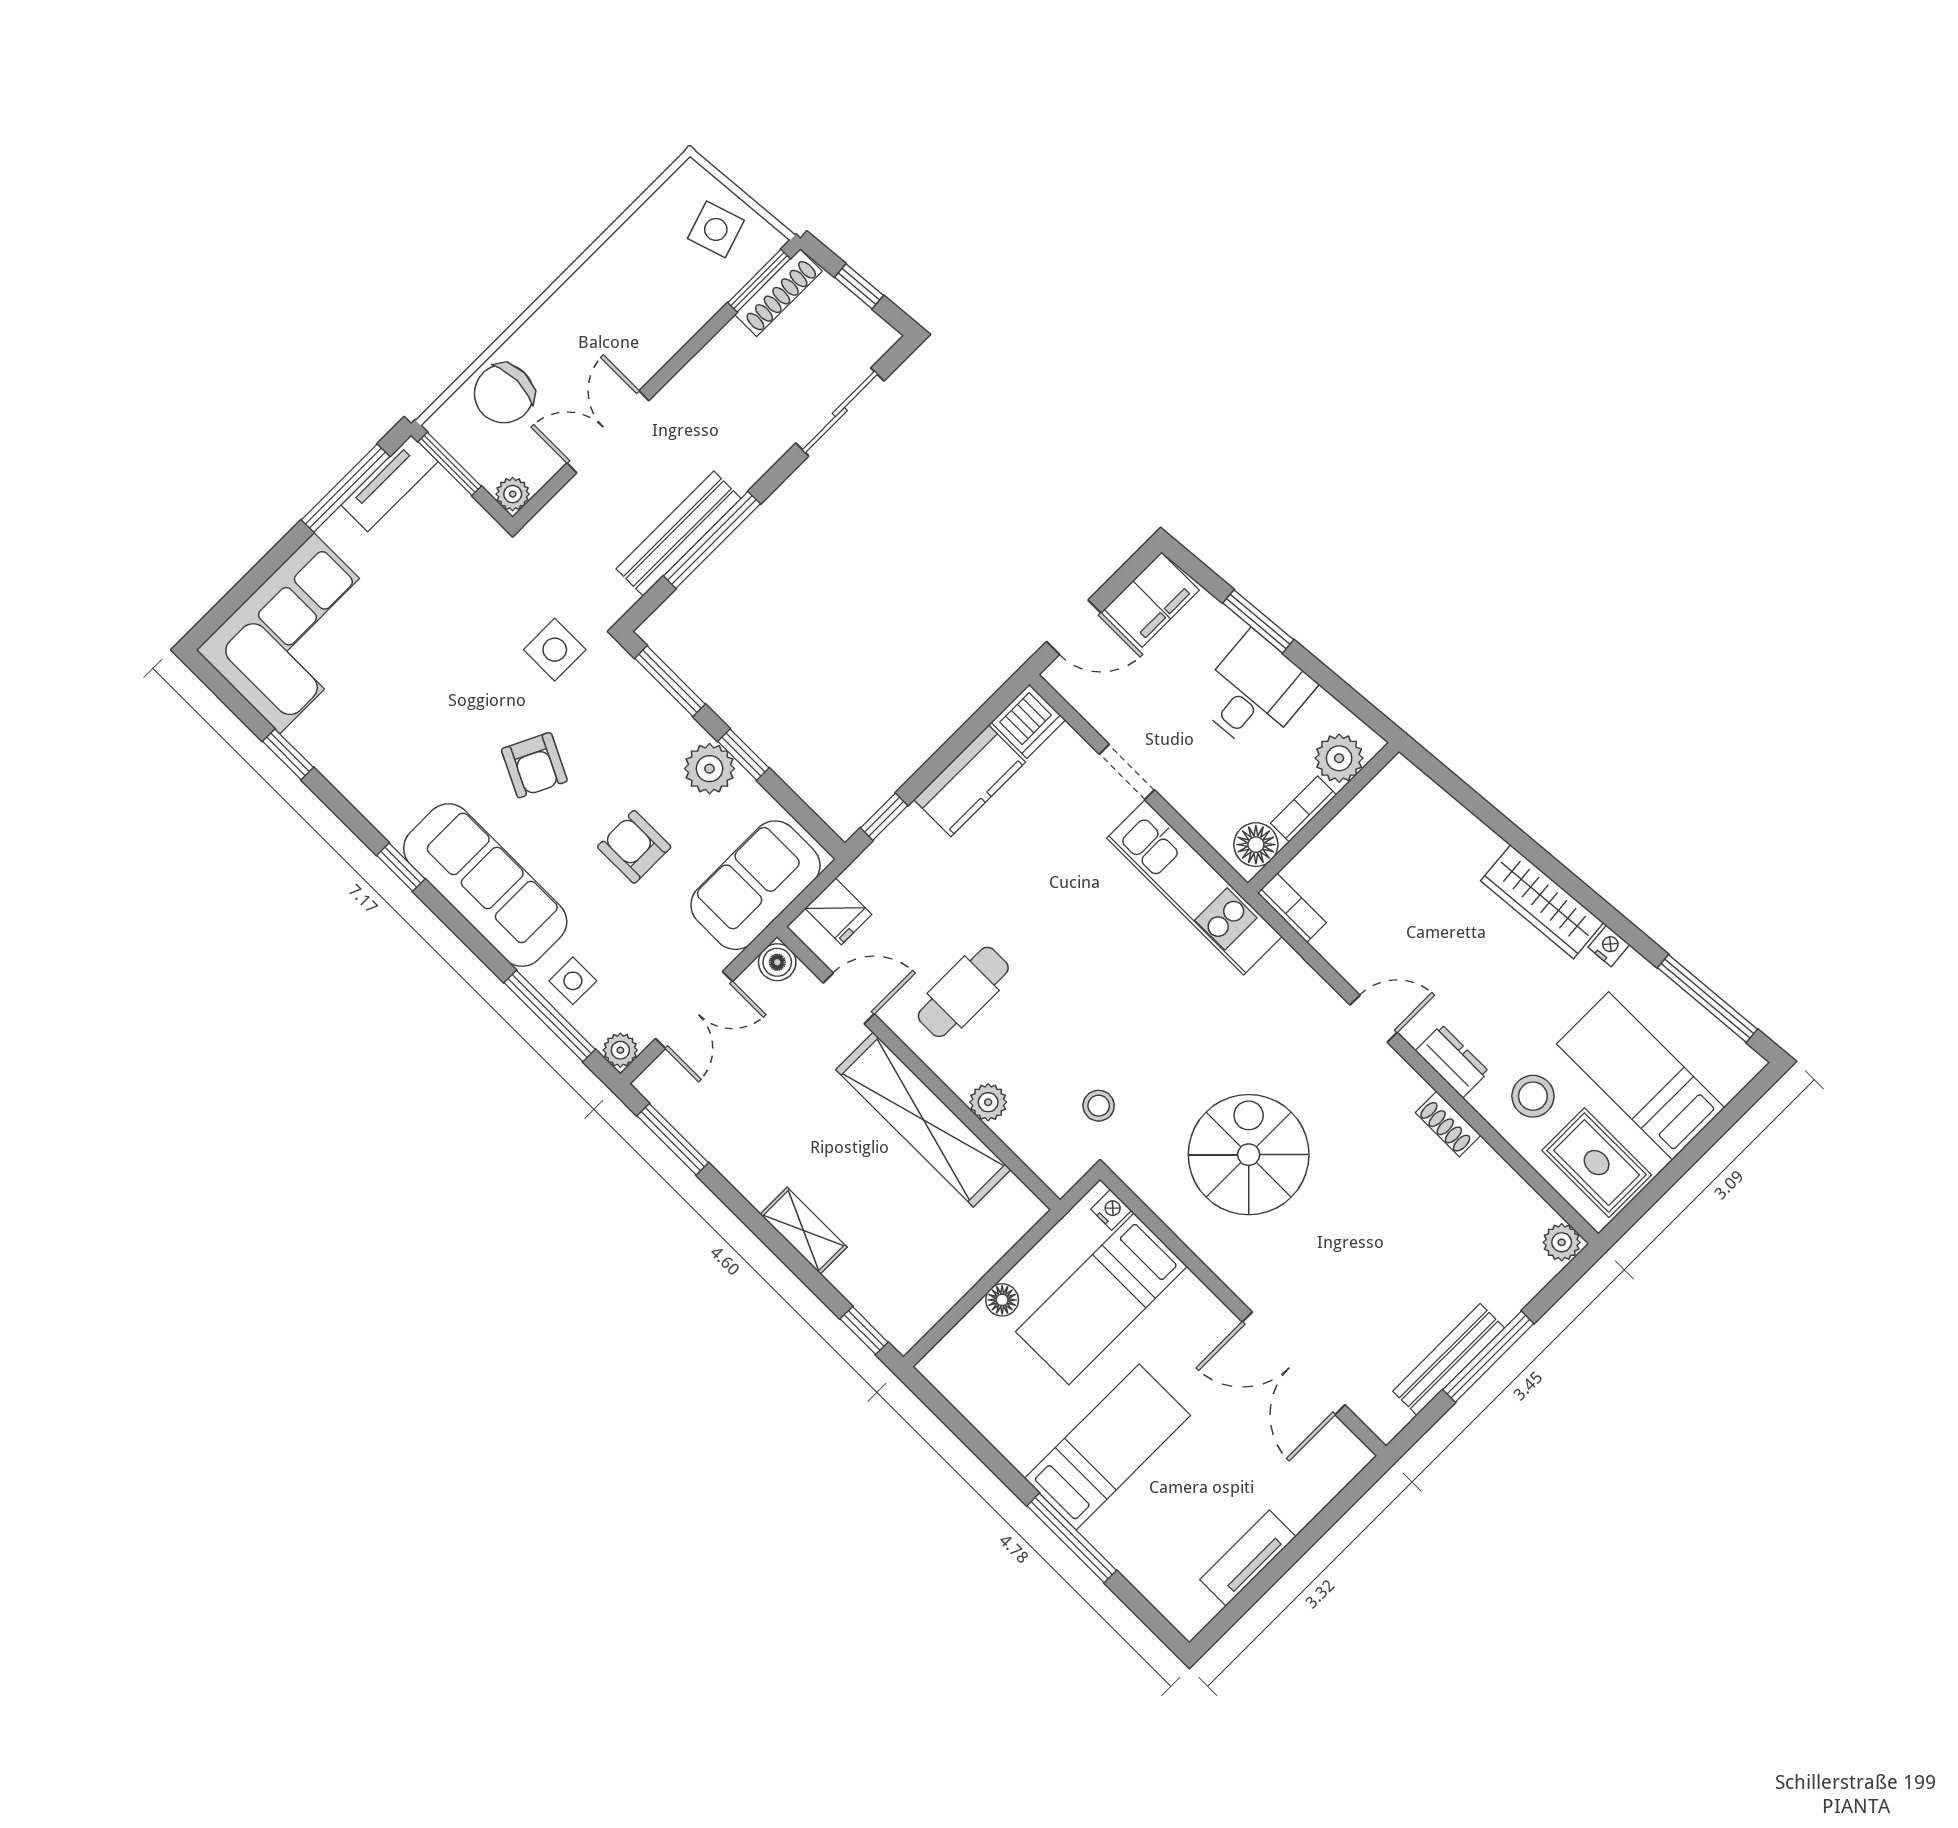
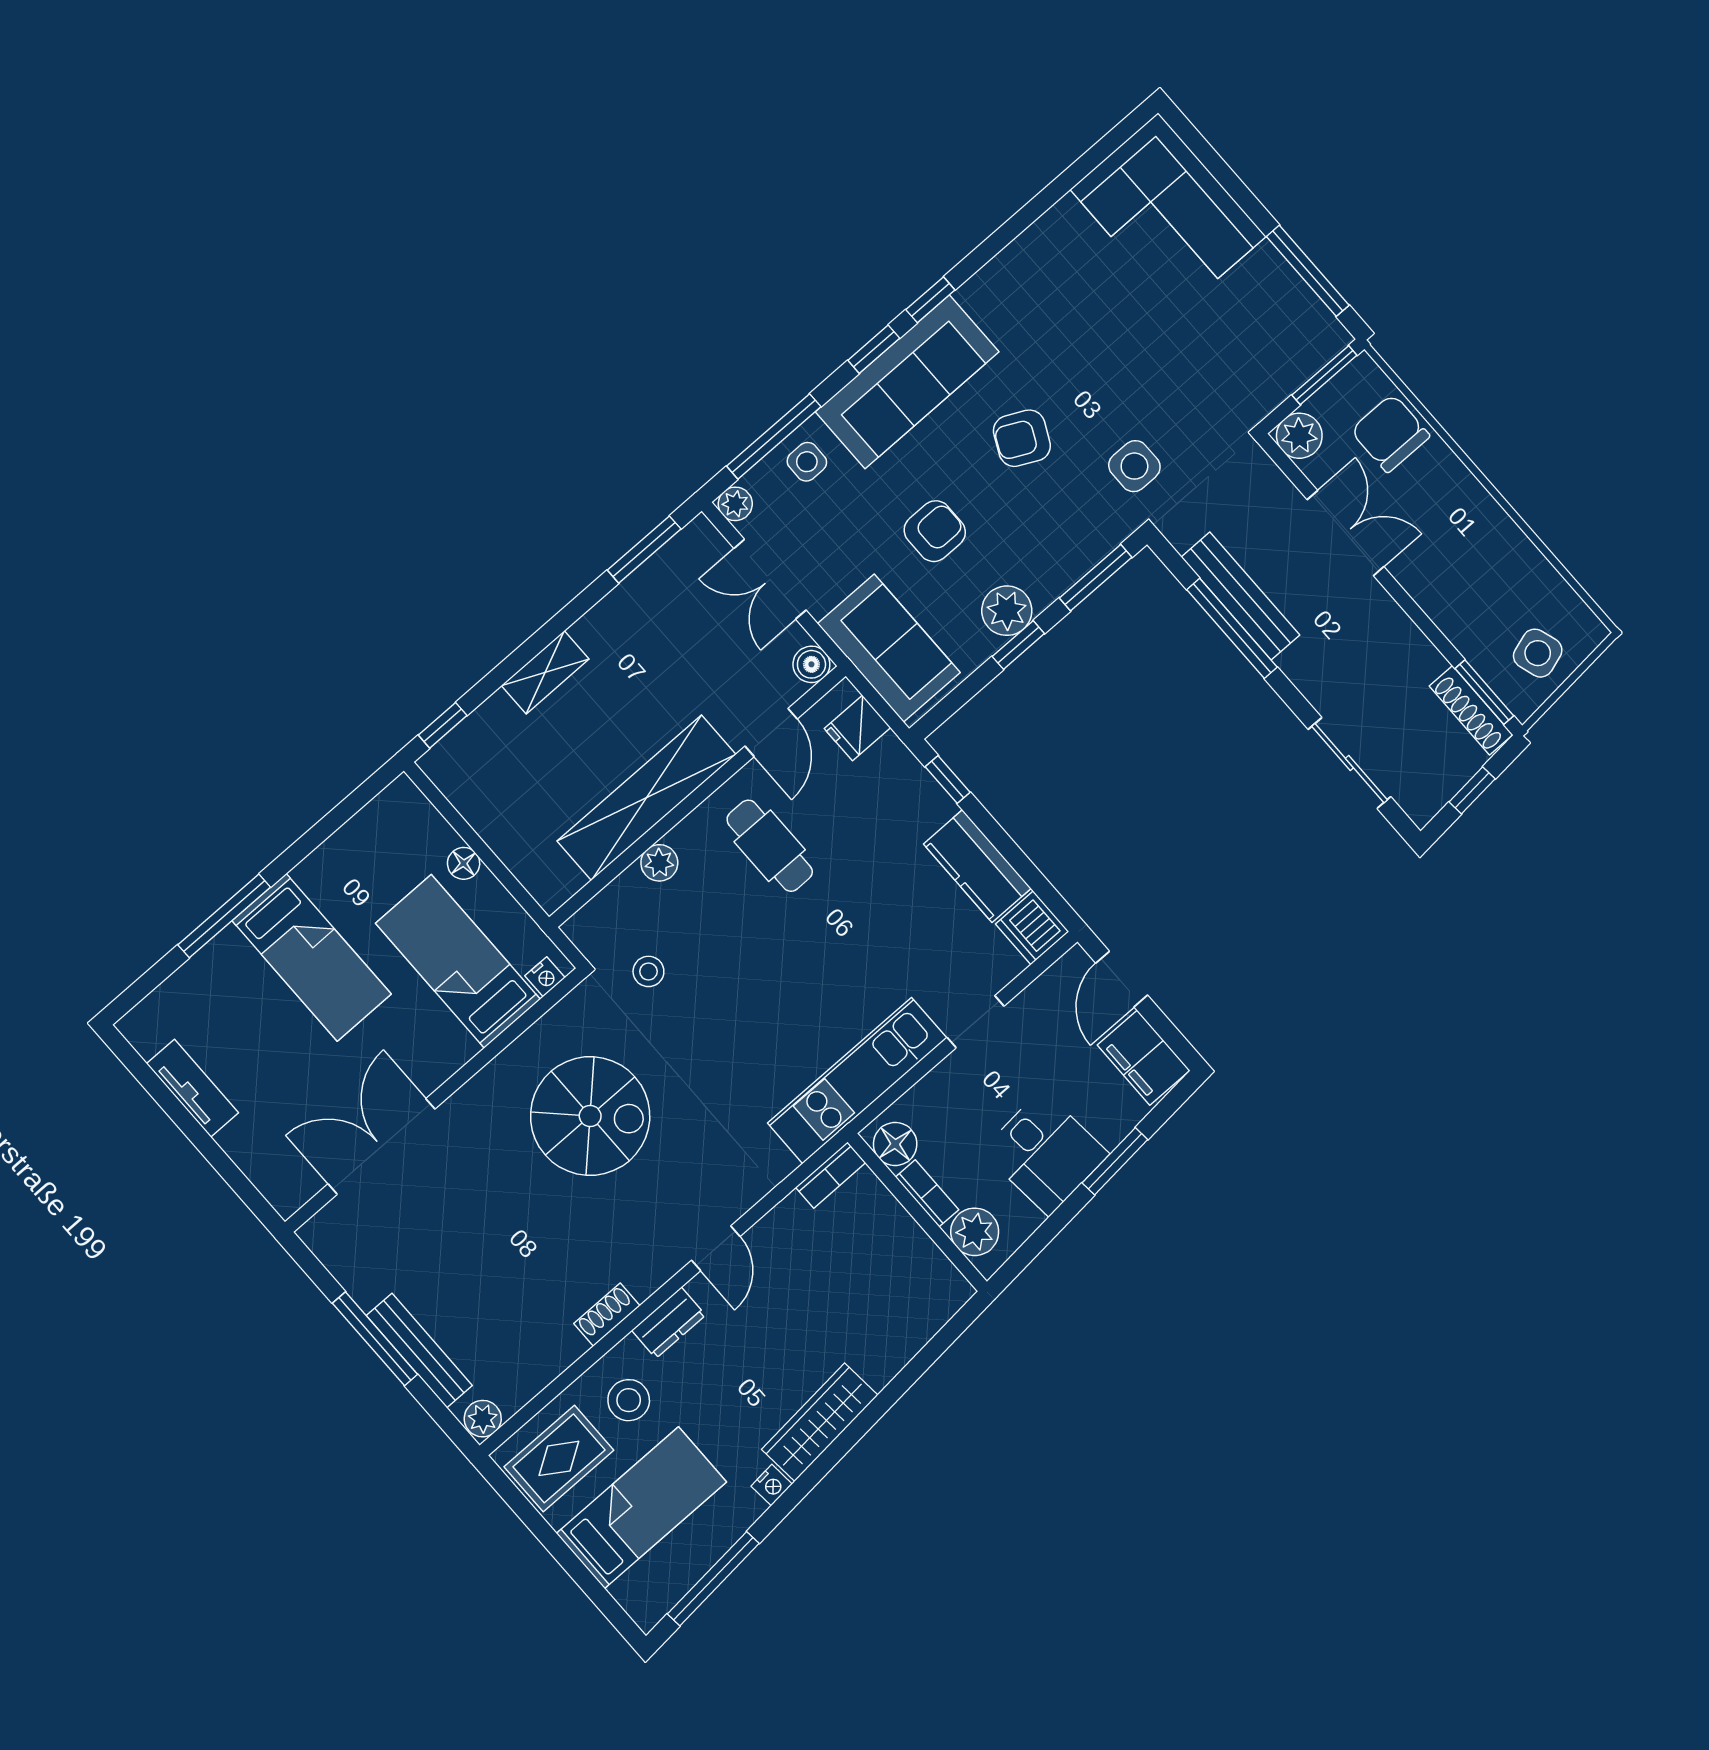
tv unit: (389, 483) -> (1309, 314), removed
plant: (513, 494) -> (1299, 436), width x1.38, depth x1.38
window: (288, 754) -> (874, 349), moved
bench: (1449, 1359) -> (419, 1350), moved

